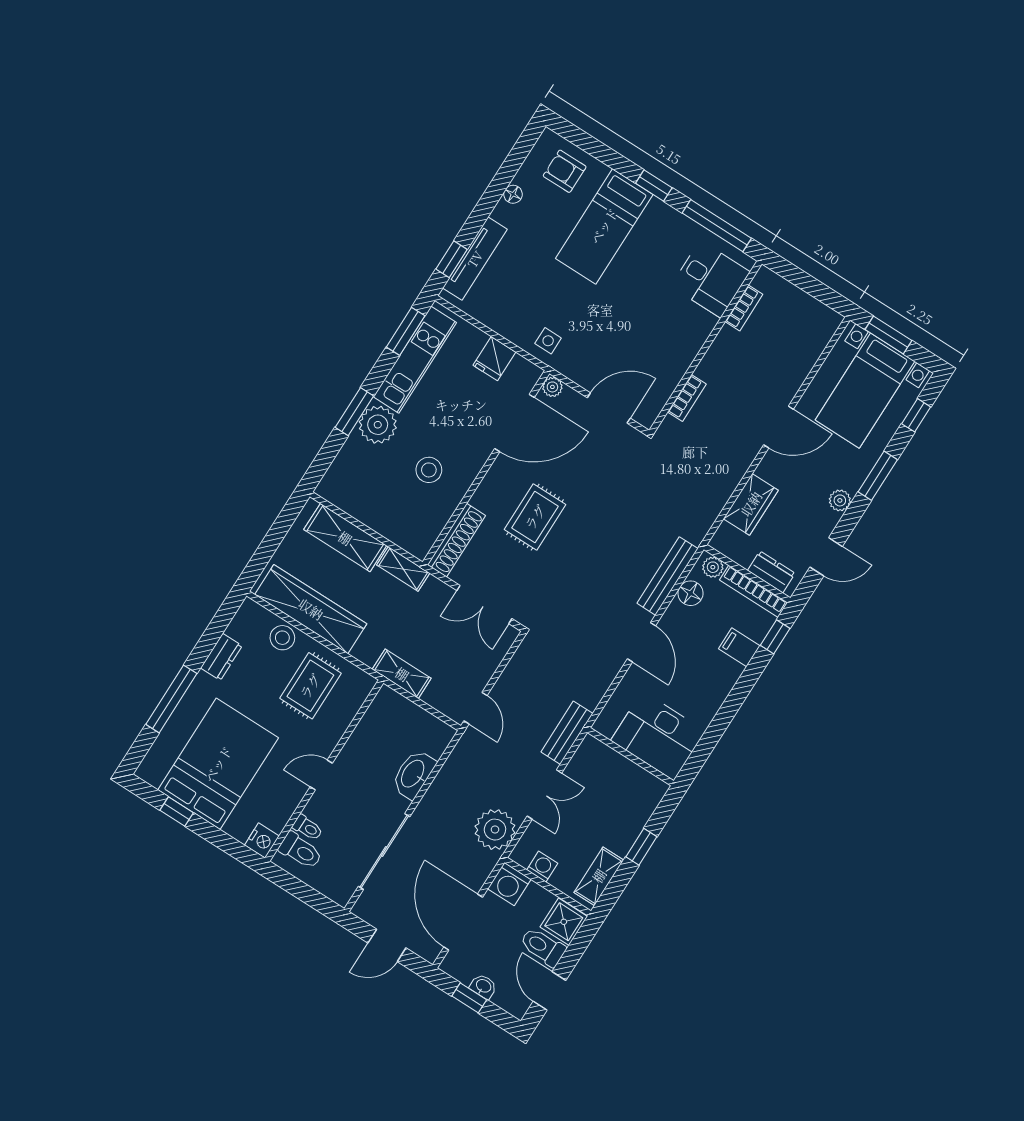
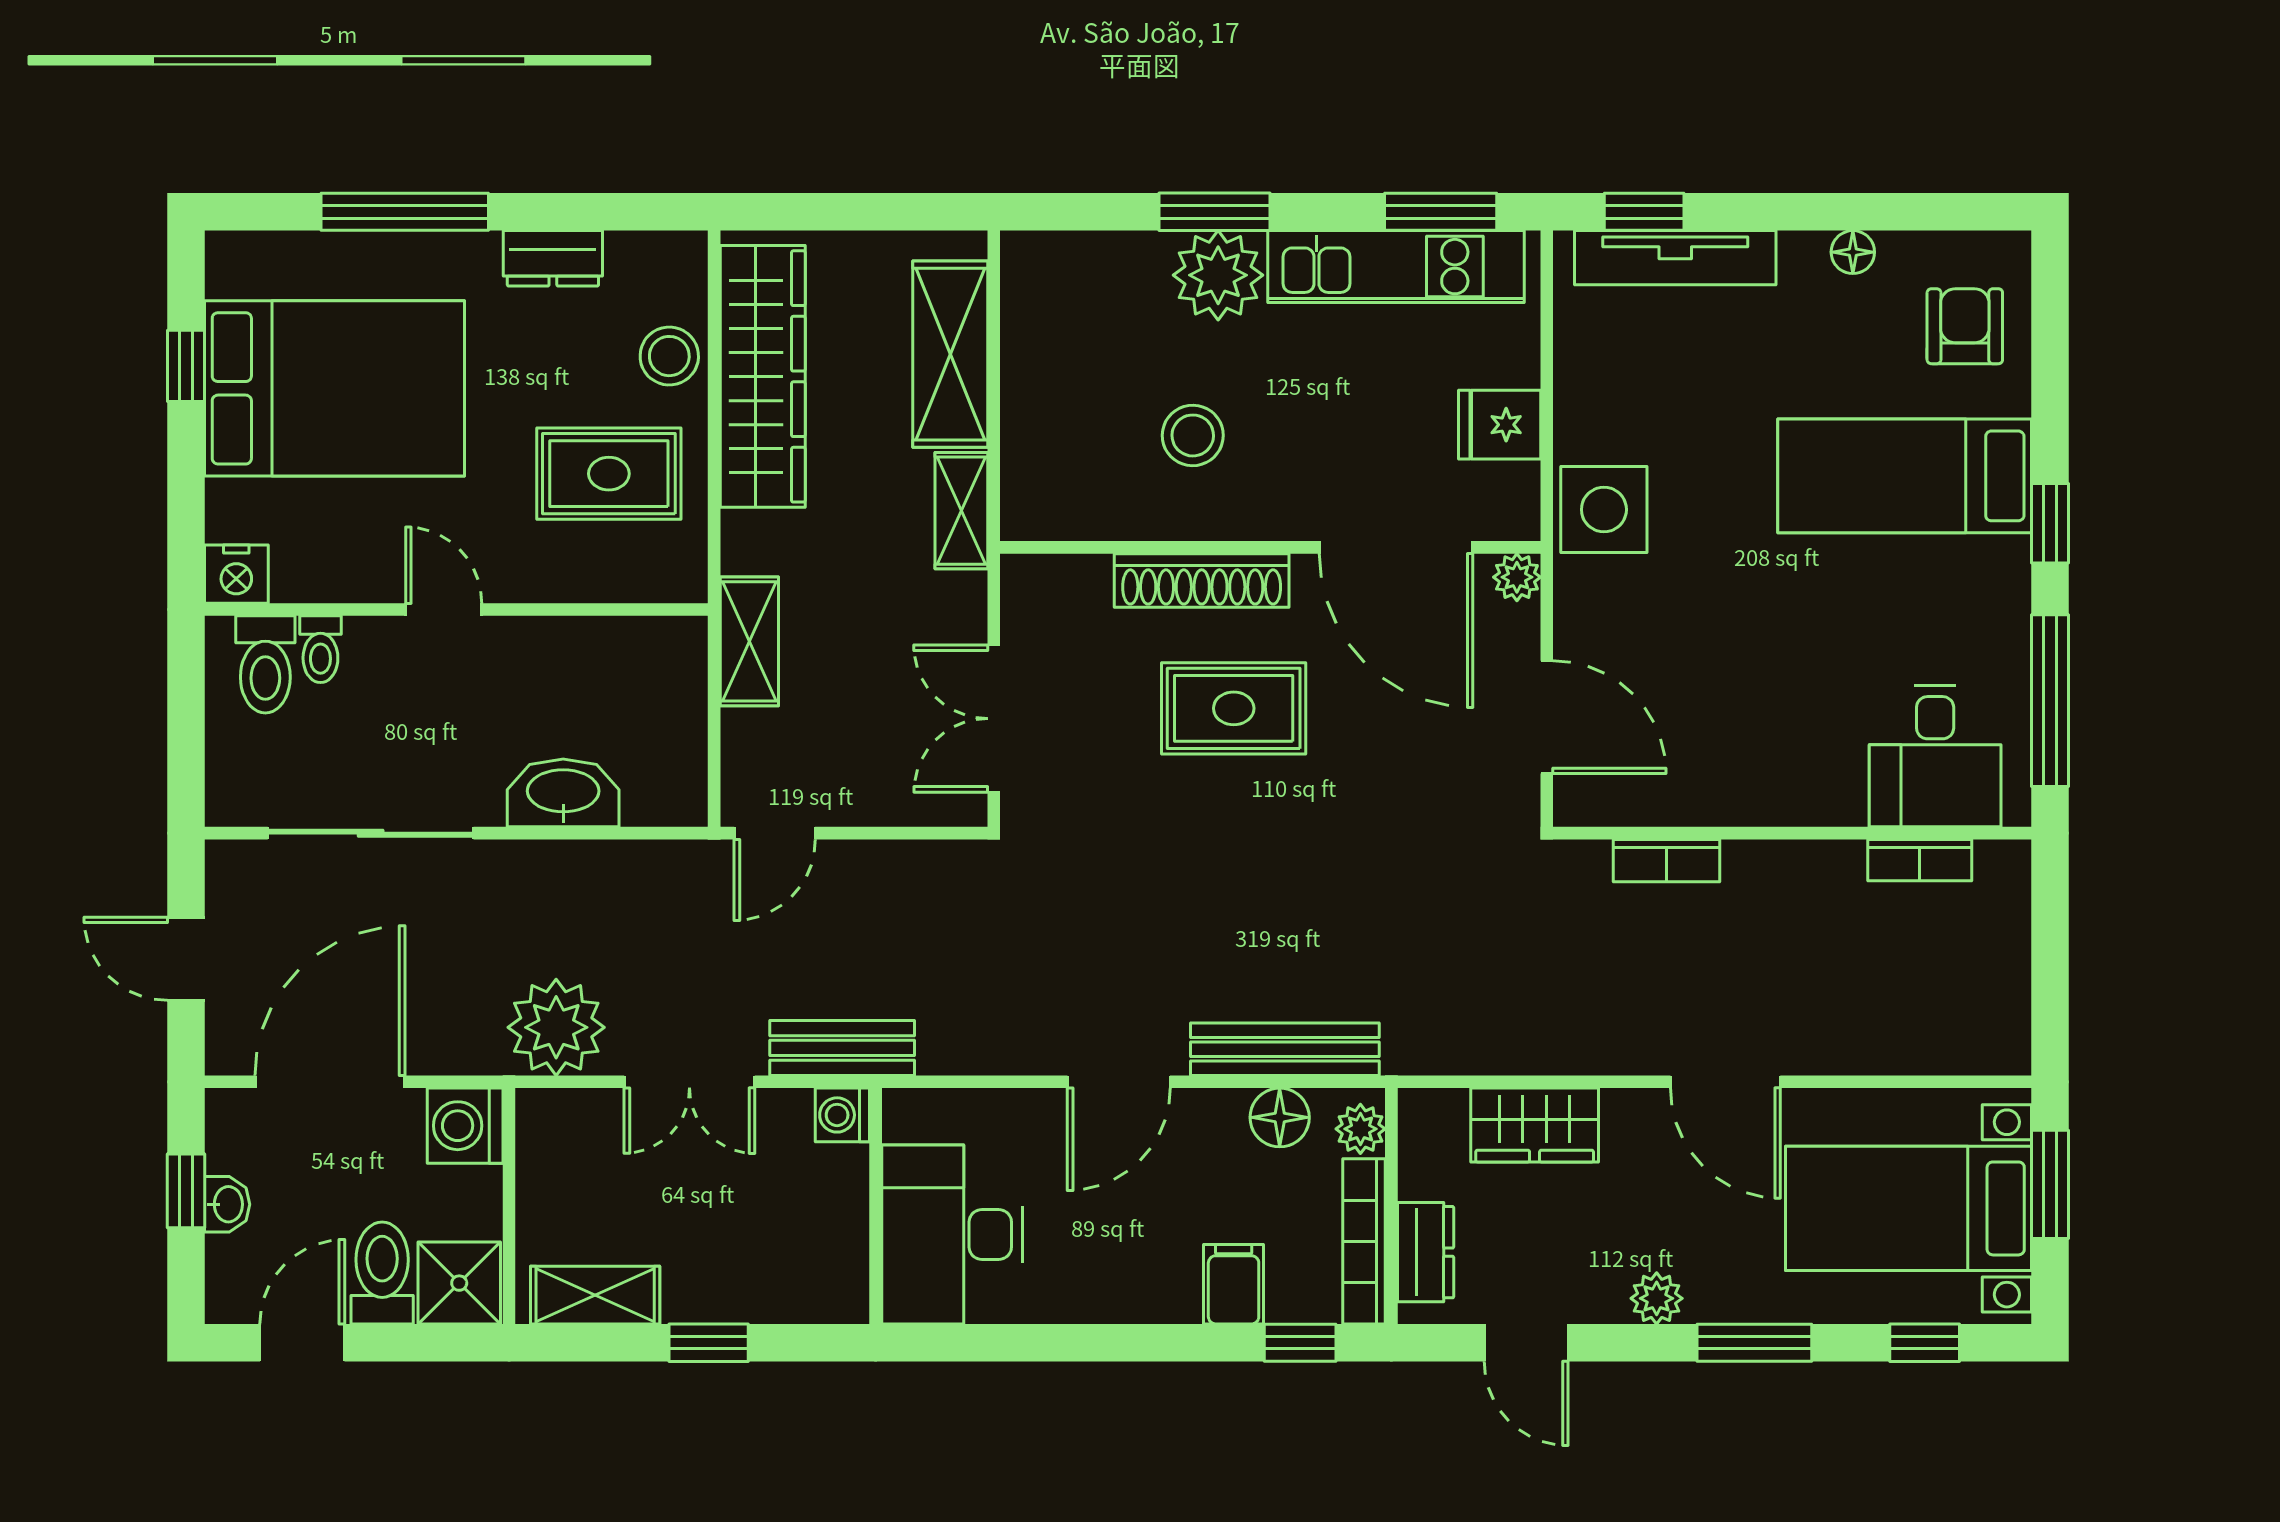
side table: (548, 341) -> (1604, 510), width x1.87, depth x1.87
shoe rack: (456, 540) -> (1202, 581), moved
washing machine: (542, 867) -> (842, 1115), moved, turned 180

